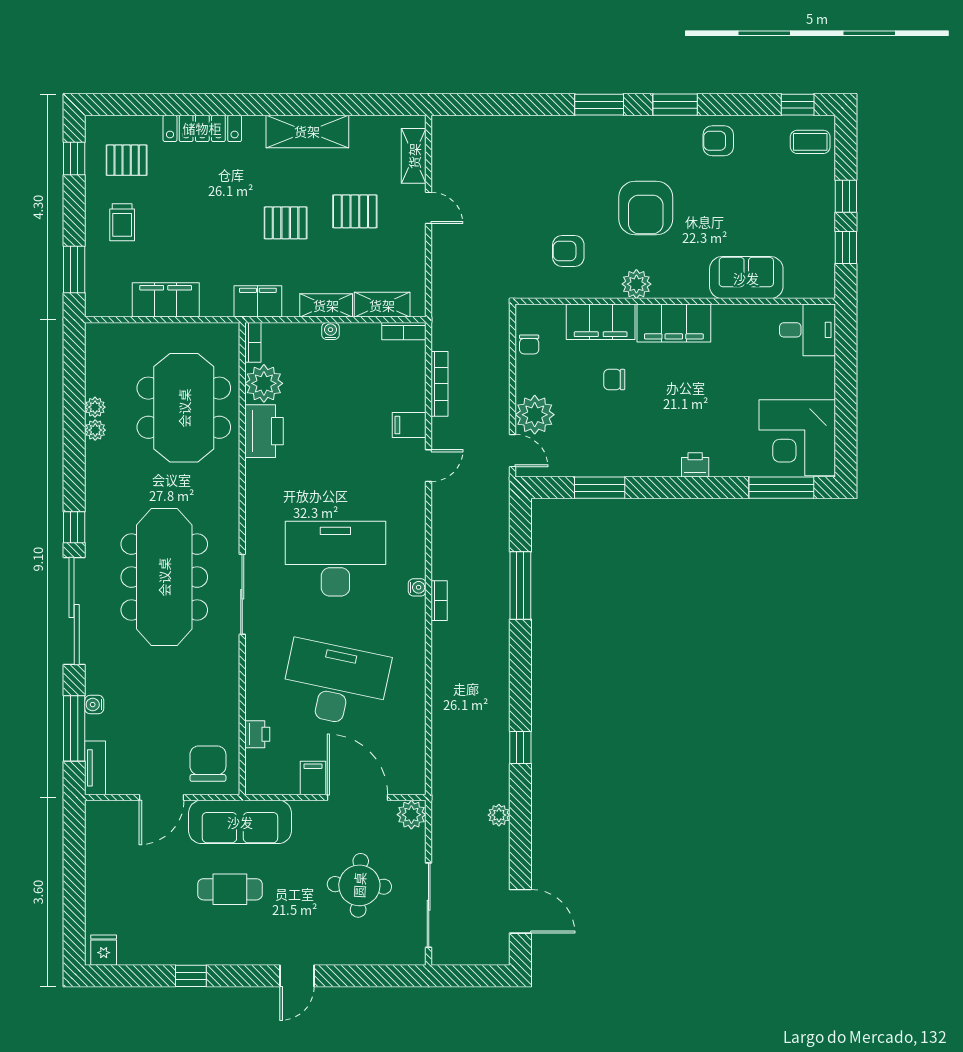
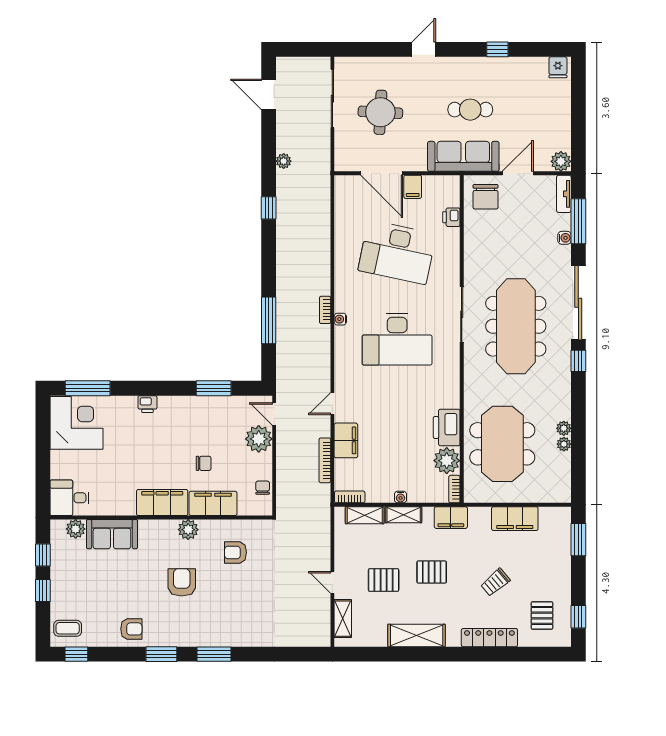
pallet: (127, 160) -> (542, 615), turned 90
armchair: (646, 208) -> (182, 582), width x0.73, depth x0.73
trolley: (122, 222) -> (495, 582), moved, turned -130
armchair: (568, 251) -> (235, 552), turned 180
plant: (799, 285) -> (76, 529), added
filing cabinet: (409, 425) -> (346, 440), width x2.00
plant: (411, 815) -> (561, 161), moved

